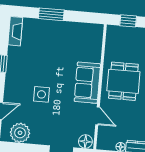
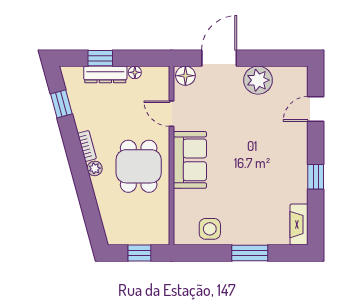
side table: (41, 94) -> (210, 229), moved
plant: (20, 133) -> (258, 80), moved

